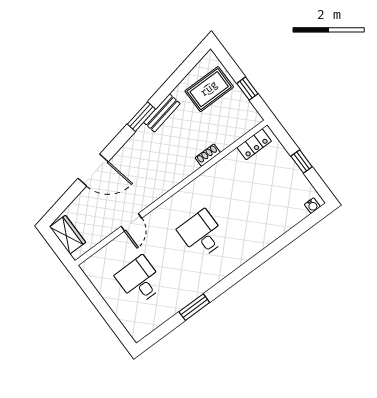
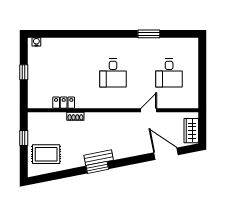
bench: (162, 113) -> (99, 158), moved
locker: (254, 144) -> (64, 103), moved
door: (93, 170) -> (166, 154), moved

